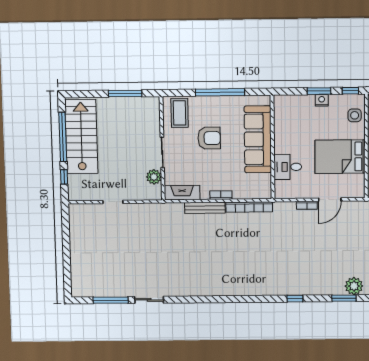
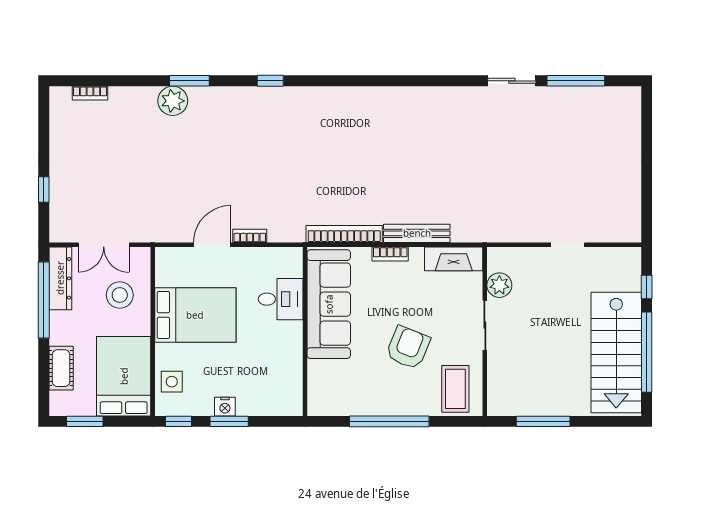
armchair: (209, 138) -> (408, 348), turned 112
sofa: (258, 139) -> (329, 304), moved

